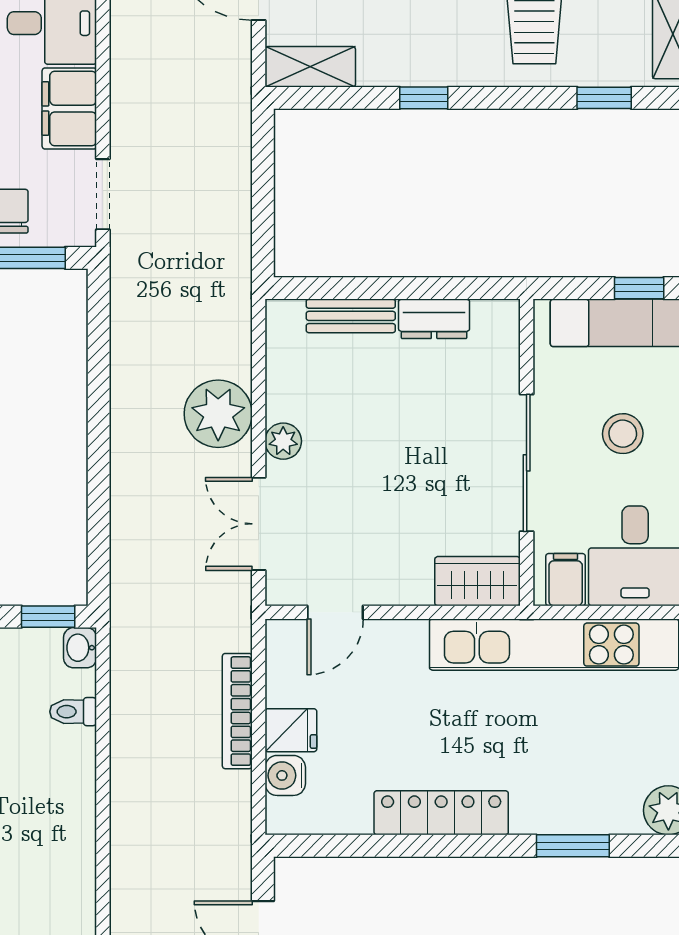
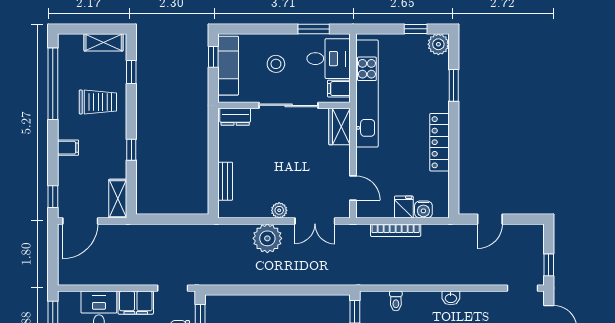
dresser: (434, 319) -> (235, 117), moved, turned 90
washbasin: (80, 648) -> (451, 298), moved

